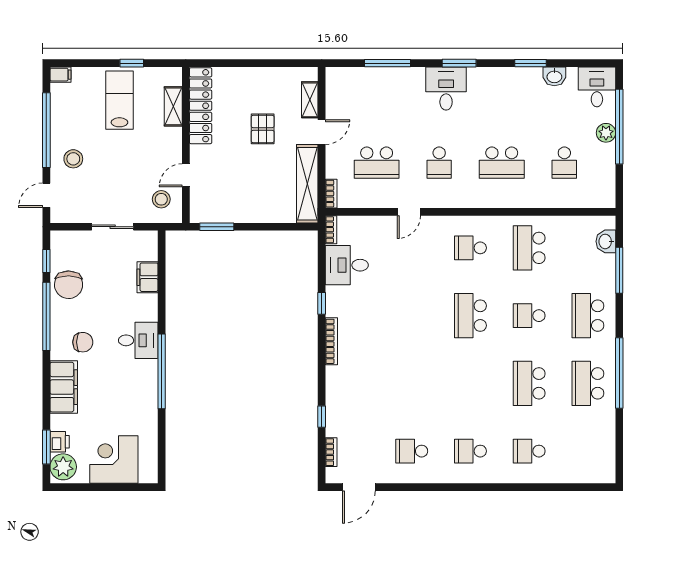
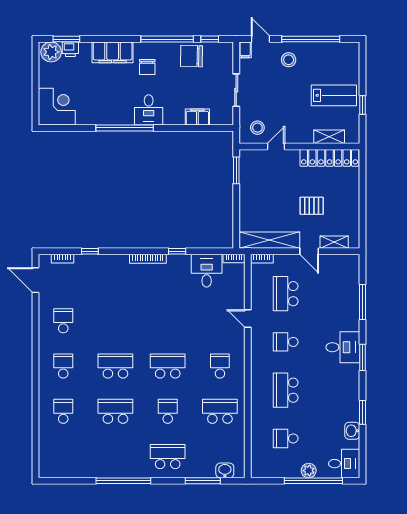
filing cabinet: (60, 75) -> (245, 50), moved
door: (186, 175) -> (276, 147), hinge flipped
school desk: (588, 383) -> (115, 366), moved
corner desk: (114, 460) -> (57, 107), moved

